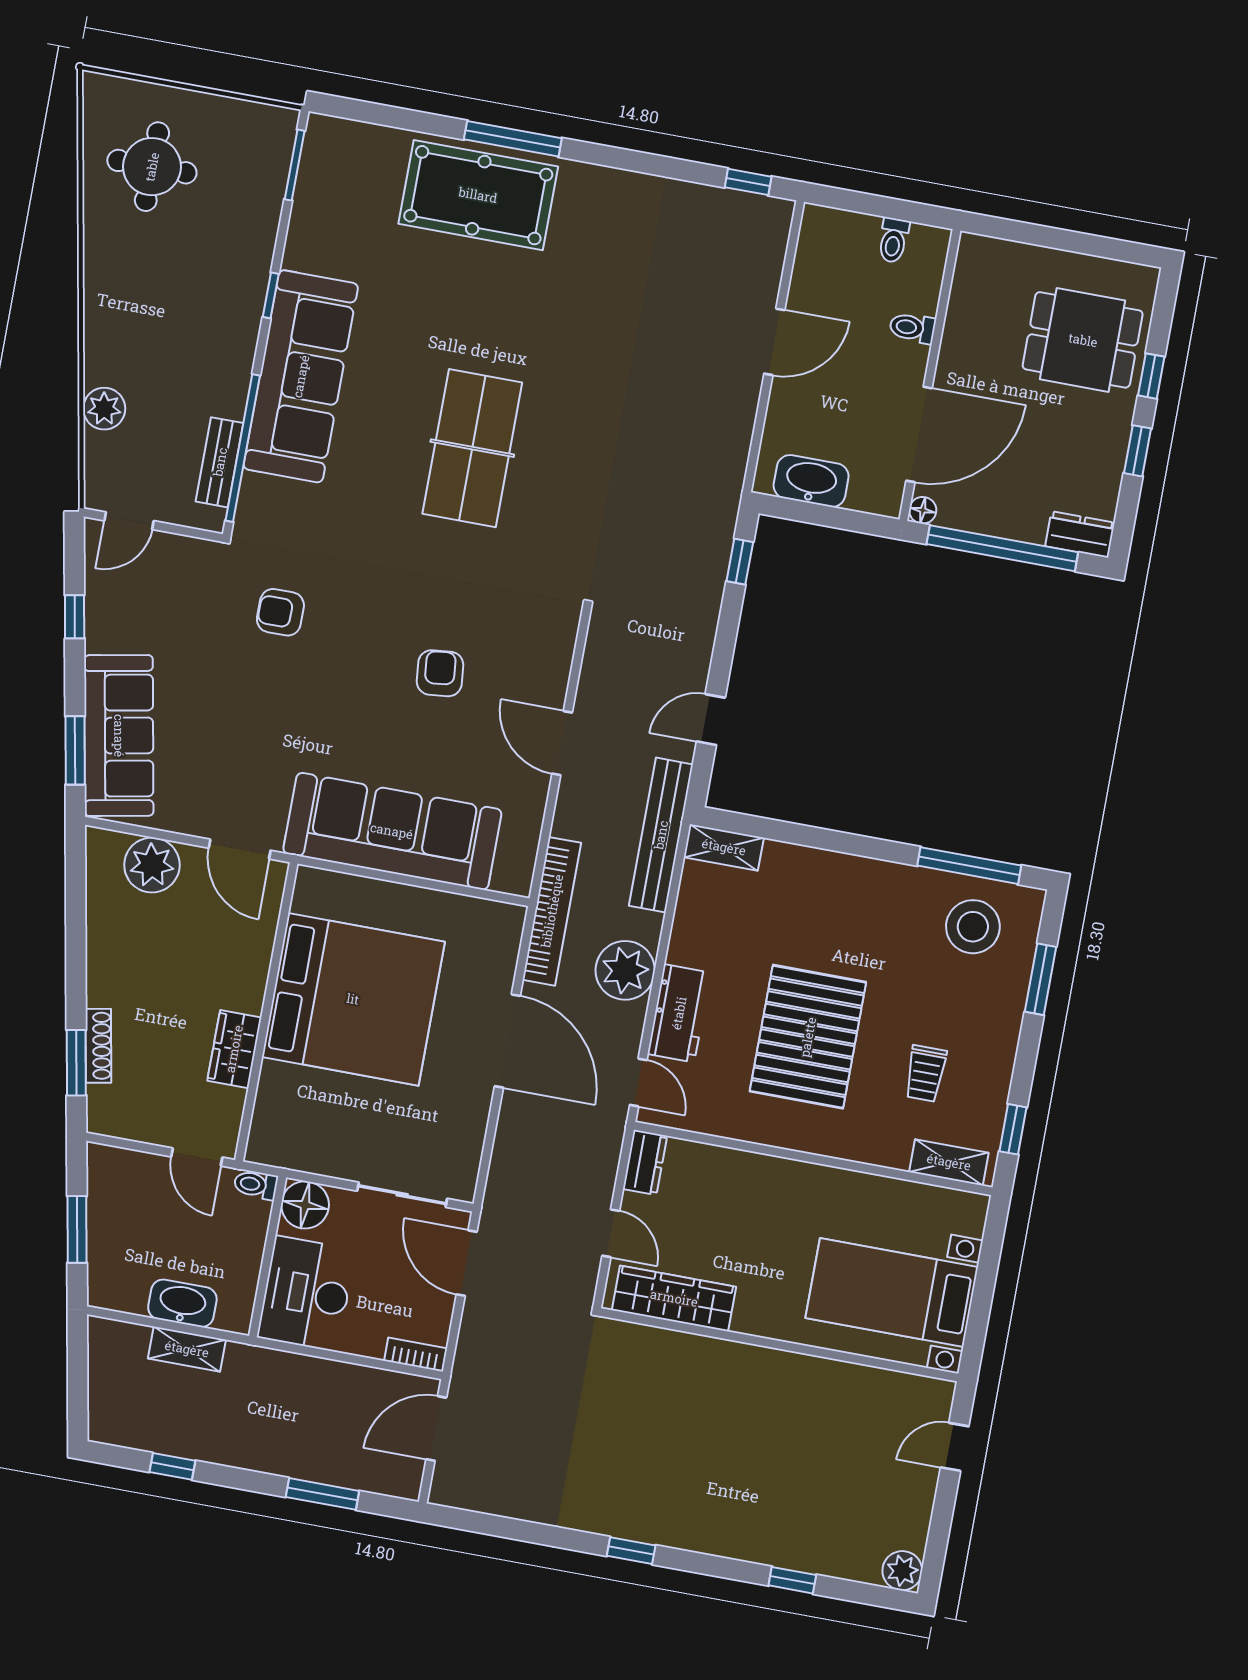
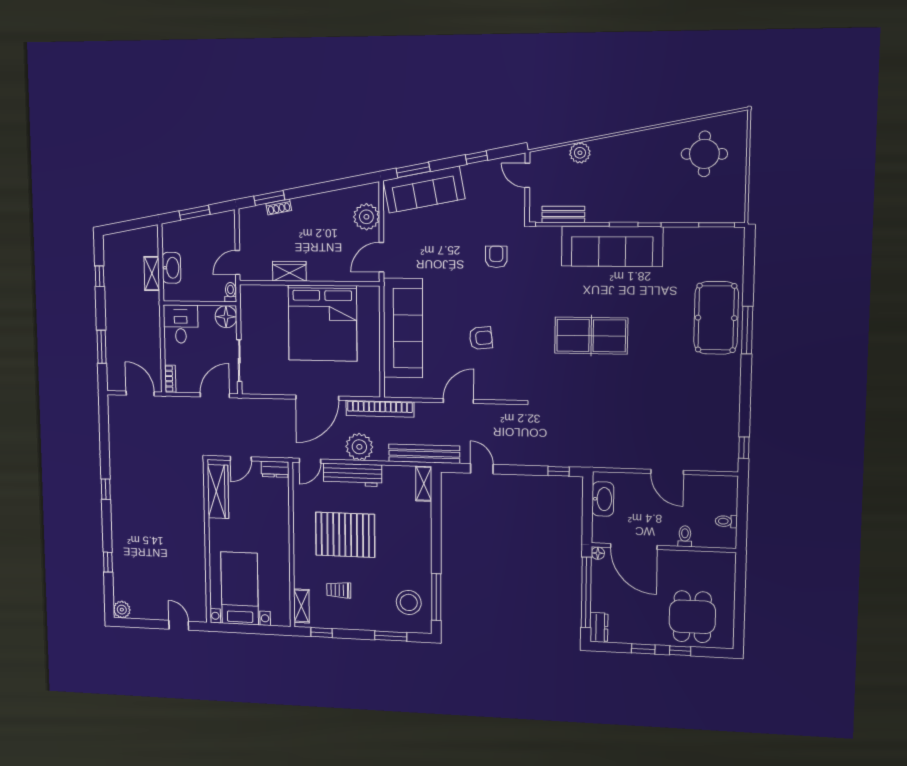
workbench: (679, 1013) -> (353, 475), width x1.38
shoe rack: (98, 1046) -> (279, 207), width x0.70
desk: (306, 1294) -> (181, 324), width x0.73

